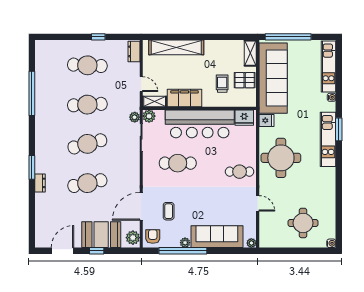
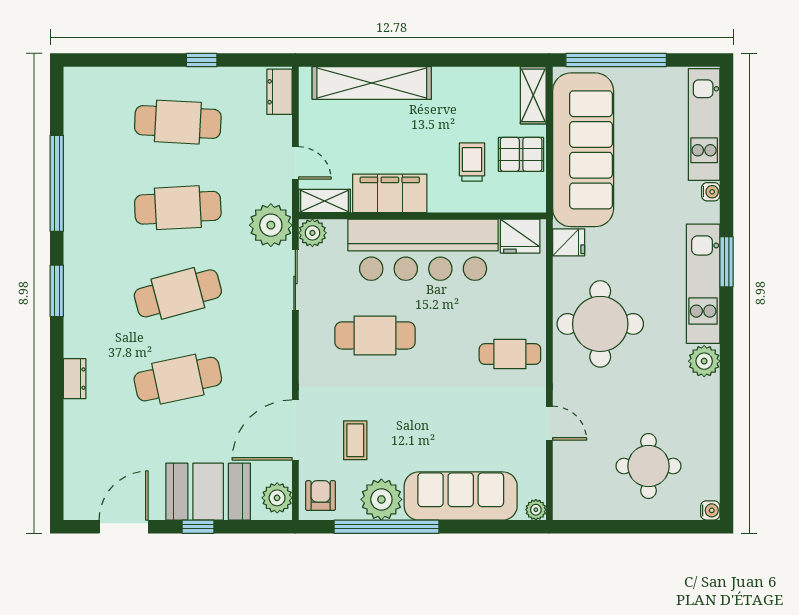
plant: (135, 117) -> (271, 225), width x1.88, depth x1.88
window: (32, 167) -> (57, 291), moved
plant: (329, 175) -> (704, 361), added
plant: (185, 243) -> (381, 499), width x1.87, depth x1.87

